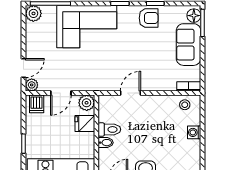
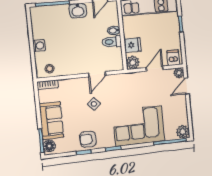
side table: (138, 59) -> (94, 104), added

